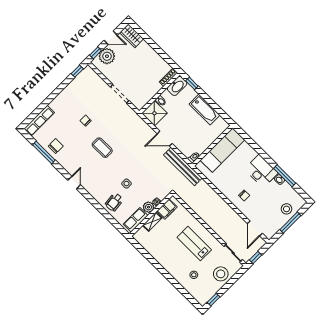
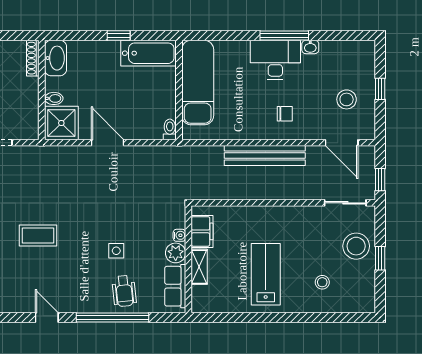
window: (192, 83) -> (119, 35), moved
bathtub: (205, 110) -> (149, 53), moved
door: (165, 139) -> (108, 143), swing flipped
bench: (183, 167) -> (265, 155), moved
window: (285, 176) -> (284, 35), moved
window: (99, 208) -> (112, 317), added
stool: (287, 209) -> (347, 99), moved
window: (290, 223) -> (380, 89), width x0.46
lab bench: (194, 244) -> (266, 274), moved, turned 90
window: (214, 300) -> (380, 258), moved

